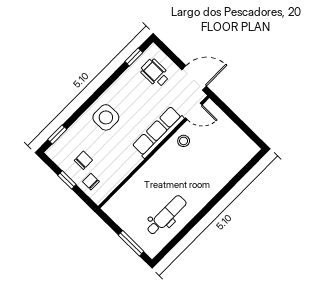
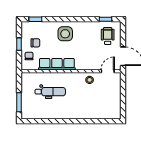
door: (194, 111) -> (108, 71), swing flipped
row of seats: (158, 132) -> (57, 64), moved
dental chair: (166, 215) -> (50, 92), moved

